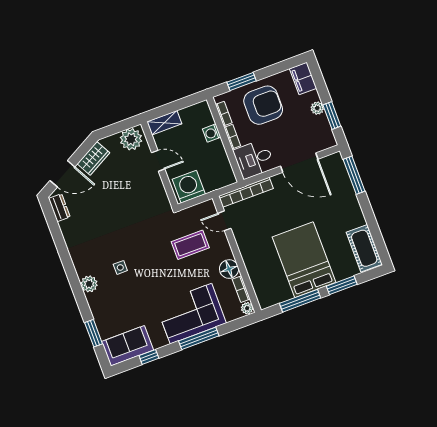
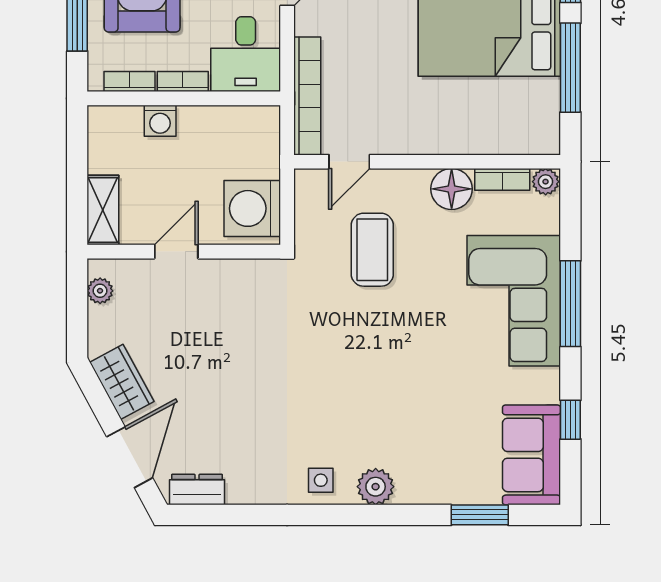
plant: (131, 139) -> (100, 291), width x0.53, depth x0.53
side table: (120, 267) -> (321, 480), moved

